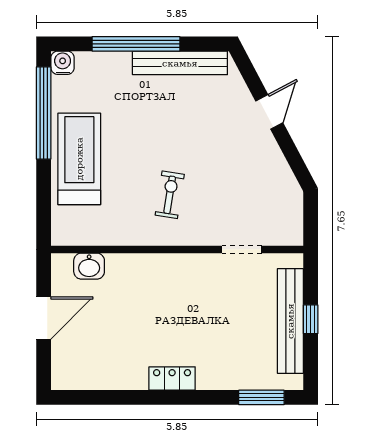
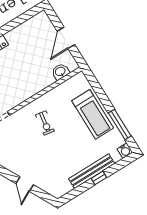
window: (136, 44) -> (99, 178), width x0.32
bench: (180, 63) -> (92, 171), moved
window: (44, 113) -> (120, 124), width x0.68

